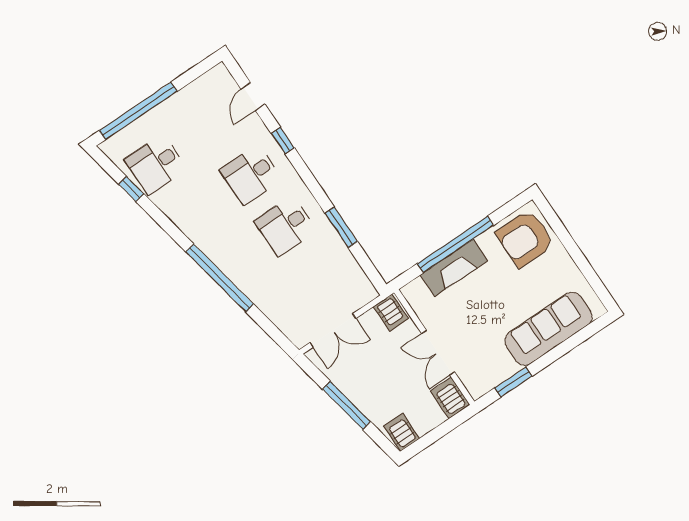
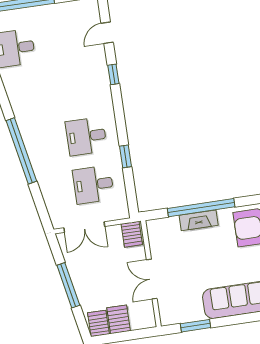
desk: (251, 175) -> (93, 185), moved
window: (341, 227) -> (125, 156), width x0.67
fireplace: (454, 268) -> (199, 220), width x0.73, depth x0.76
server rack: (450, 398) -> (119, 319), moved

